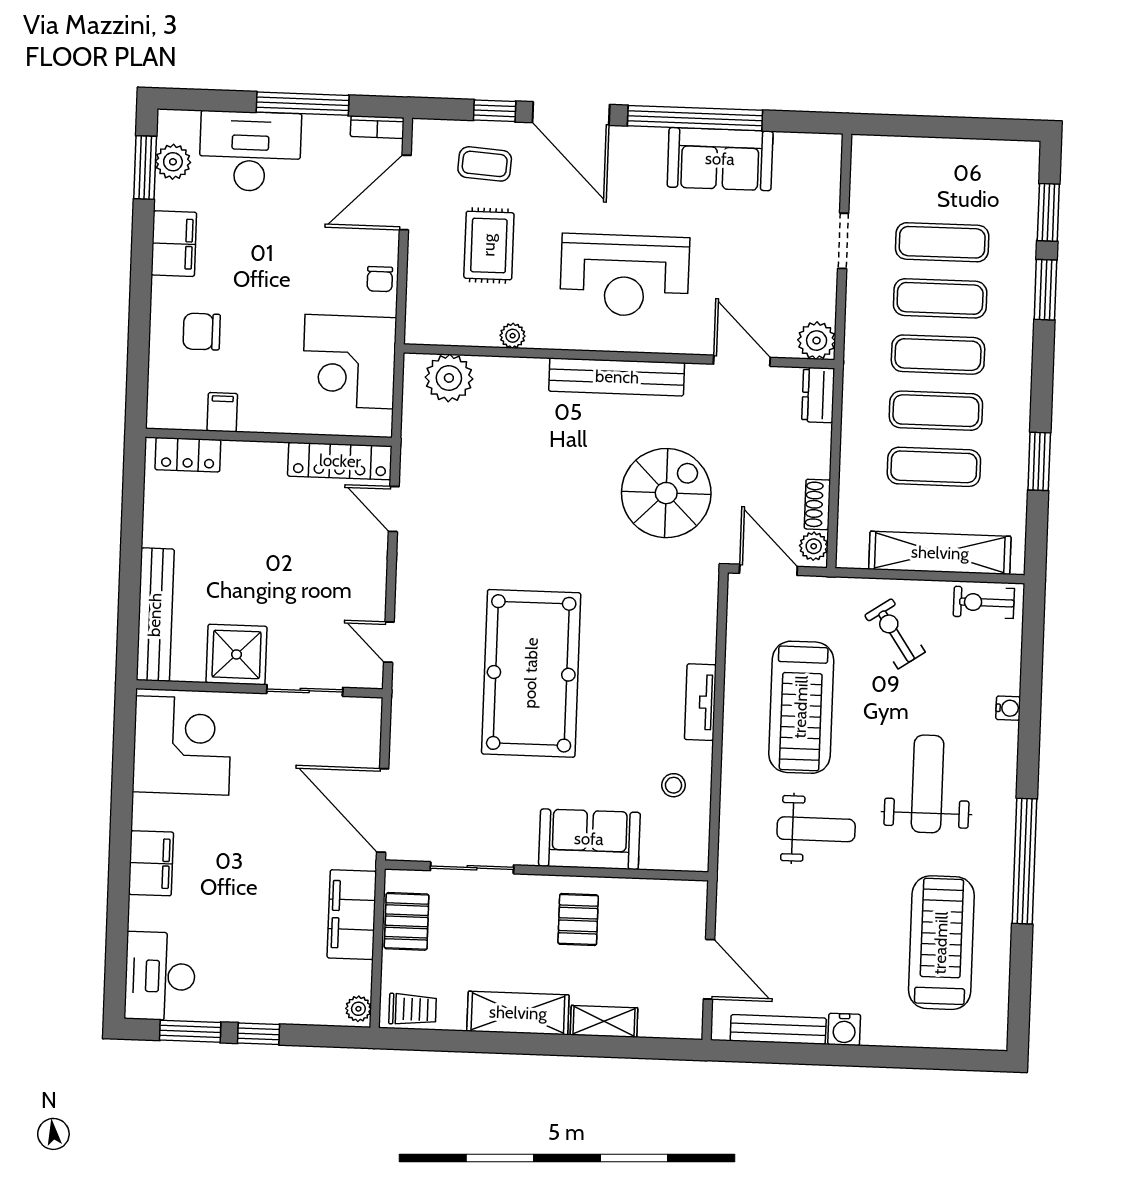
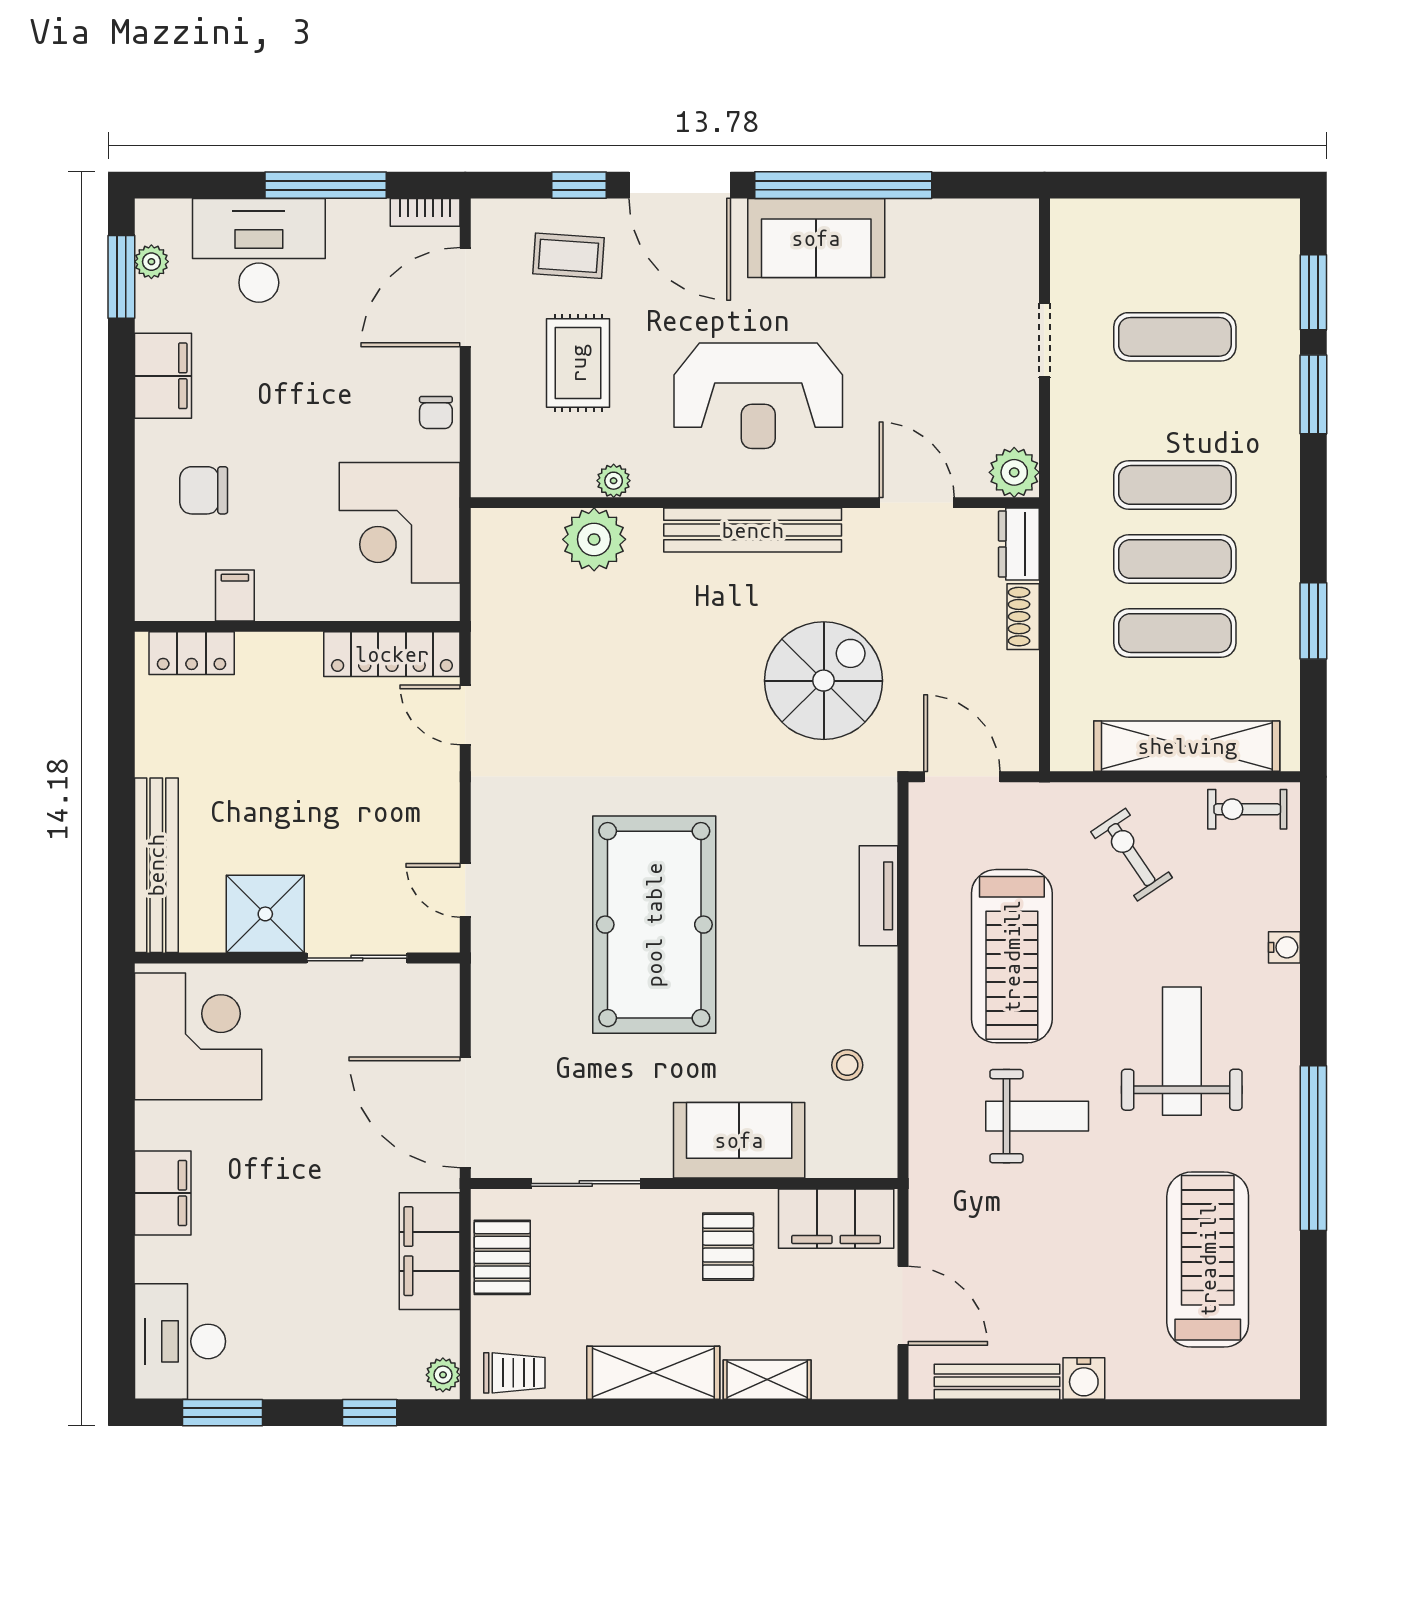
sofa: (720, 159) -> (816, 238), moved
plant: (173, 162) -> (151, 262), width x0.73, depth x0.73
exercise mat: (940, 298) -> (1175, 411), removed
plant: (449, 378) -> (594, 539), moved
shoe rack: (817, 504) -> (1023, 617), moved
plant: (814, 546) -> (1020, 743), removed
tv unit: (700, 702) -> (879, 896), moved
filing cabinet: (661, 901) -> (836, 1219), added
window: (259, 1034) -> (370, 1413), moved

